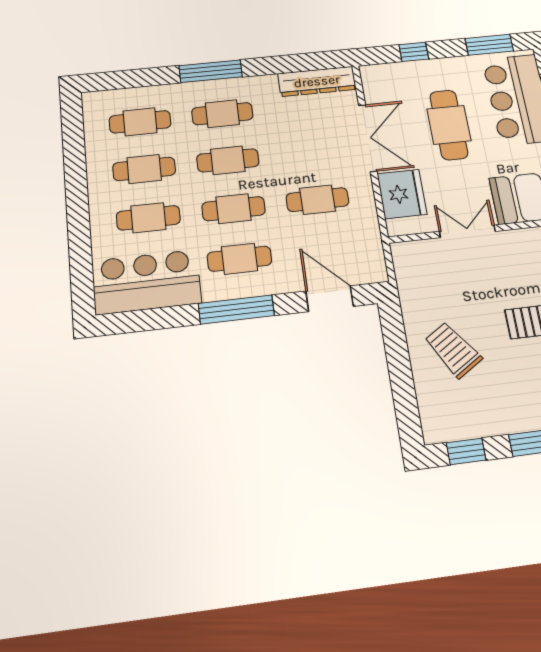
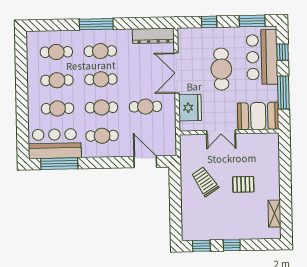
double door: (368, 138) -> (176, 73), swing flipped
double door: (467, 231) -> (221, 132), swing flipped
window: (236, 310) -> (59, 164), moved
trolley: (453, 350) -> (205, 182), moved

